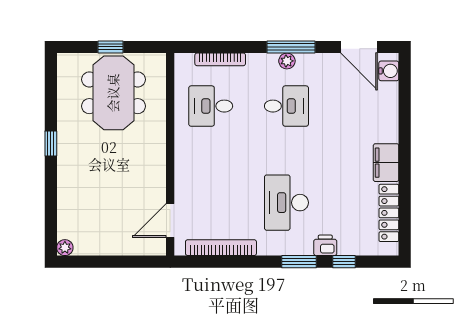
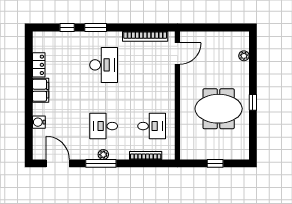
water cooler: (389, 71) -> (39, 122), moved
meeting table: (113, 93) -> (219, 109), moved, turned 90
locker: (389, 213) -> (39, 65), width x0.66
printer: (325, 245) -> (79, 38), removed
plant: (65, 248) -> (244, 56), moved

